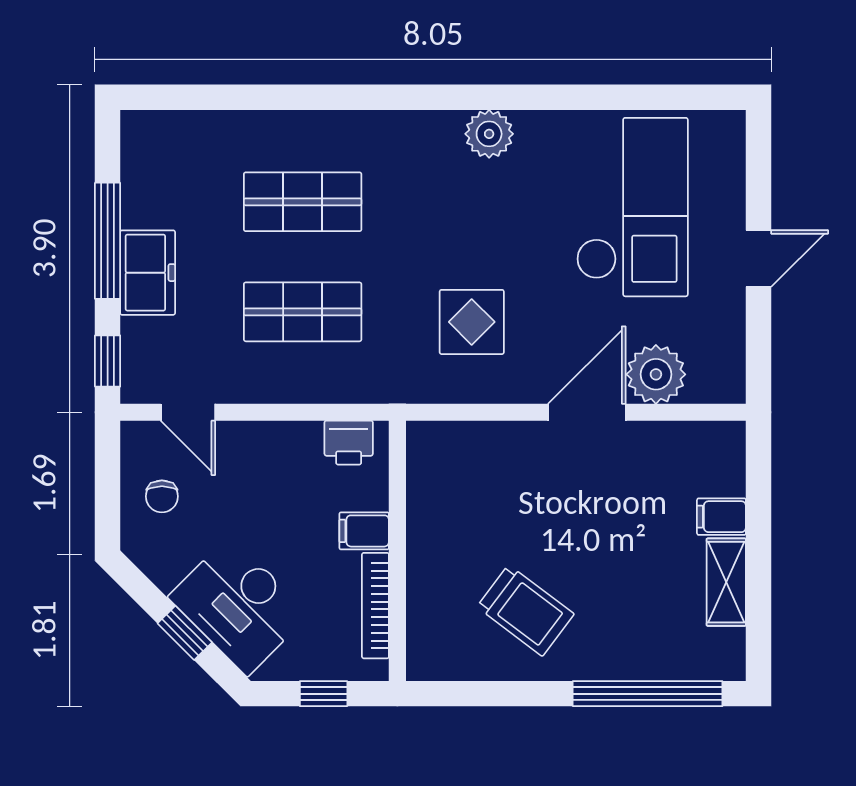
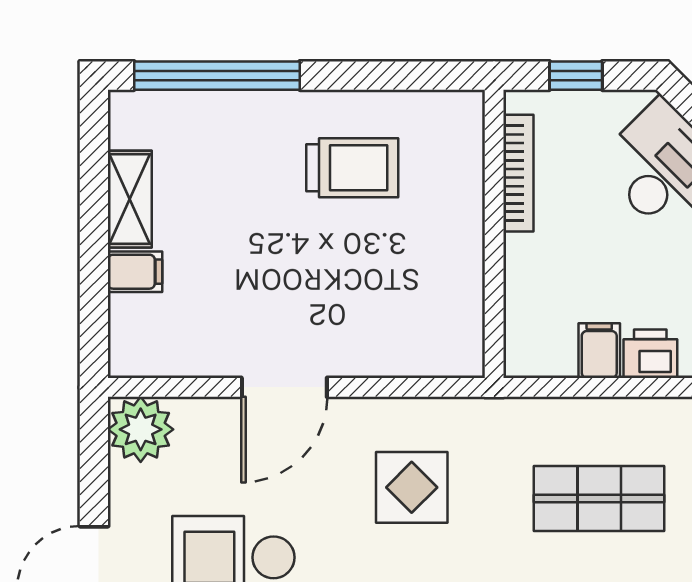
plant: (656, 374) -> (141, 429), moved
printer: (349, 443) -> (650, 354), moved
filing cabinet: (364, 531) -> (599, 351), moved, turned -90
trolley: (525, 610) -> (352, 168), turned 143

